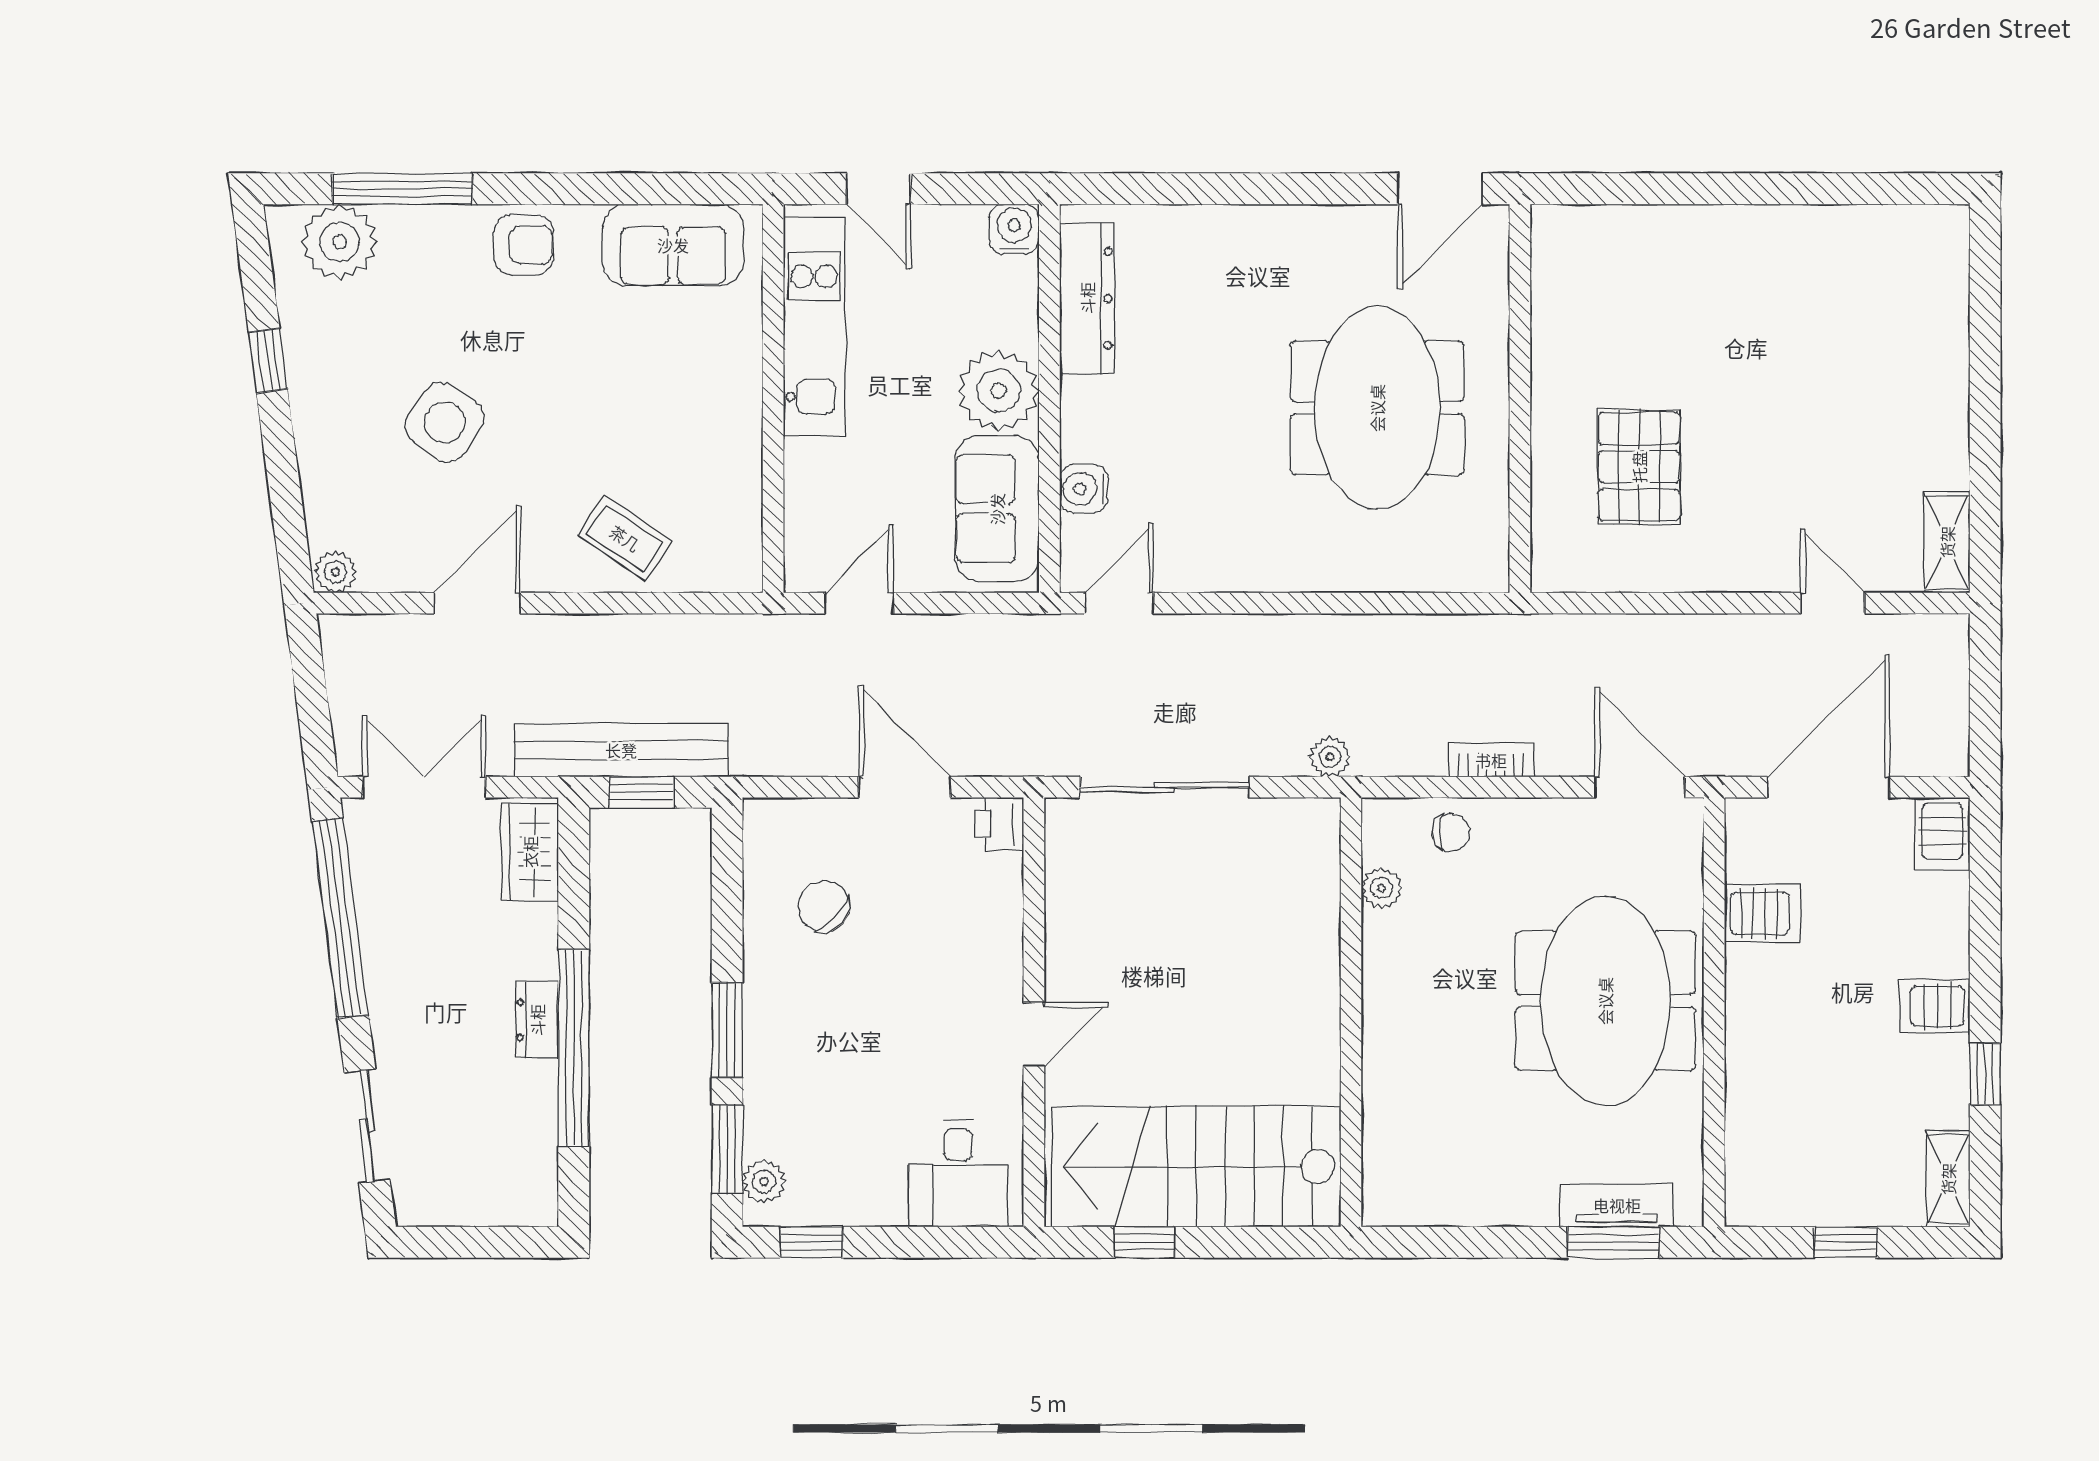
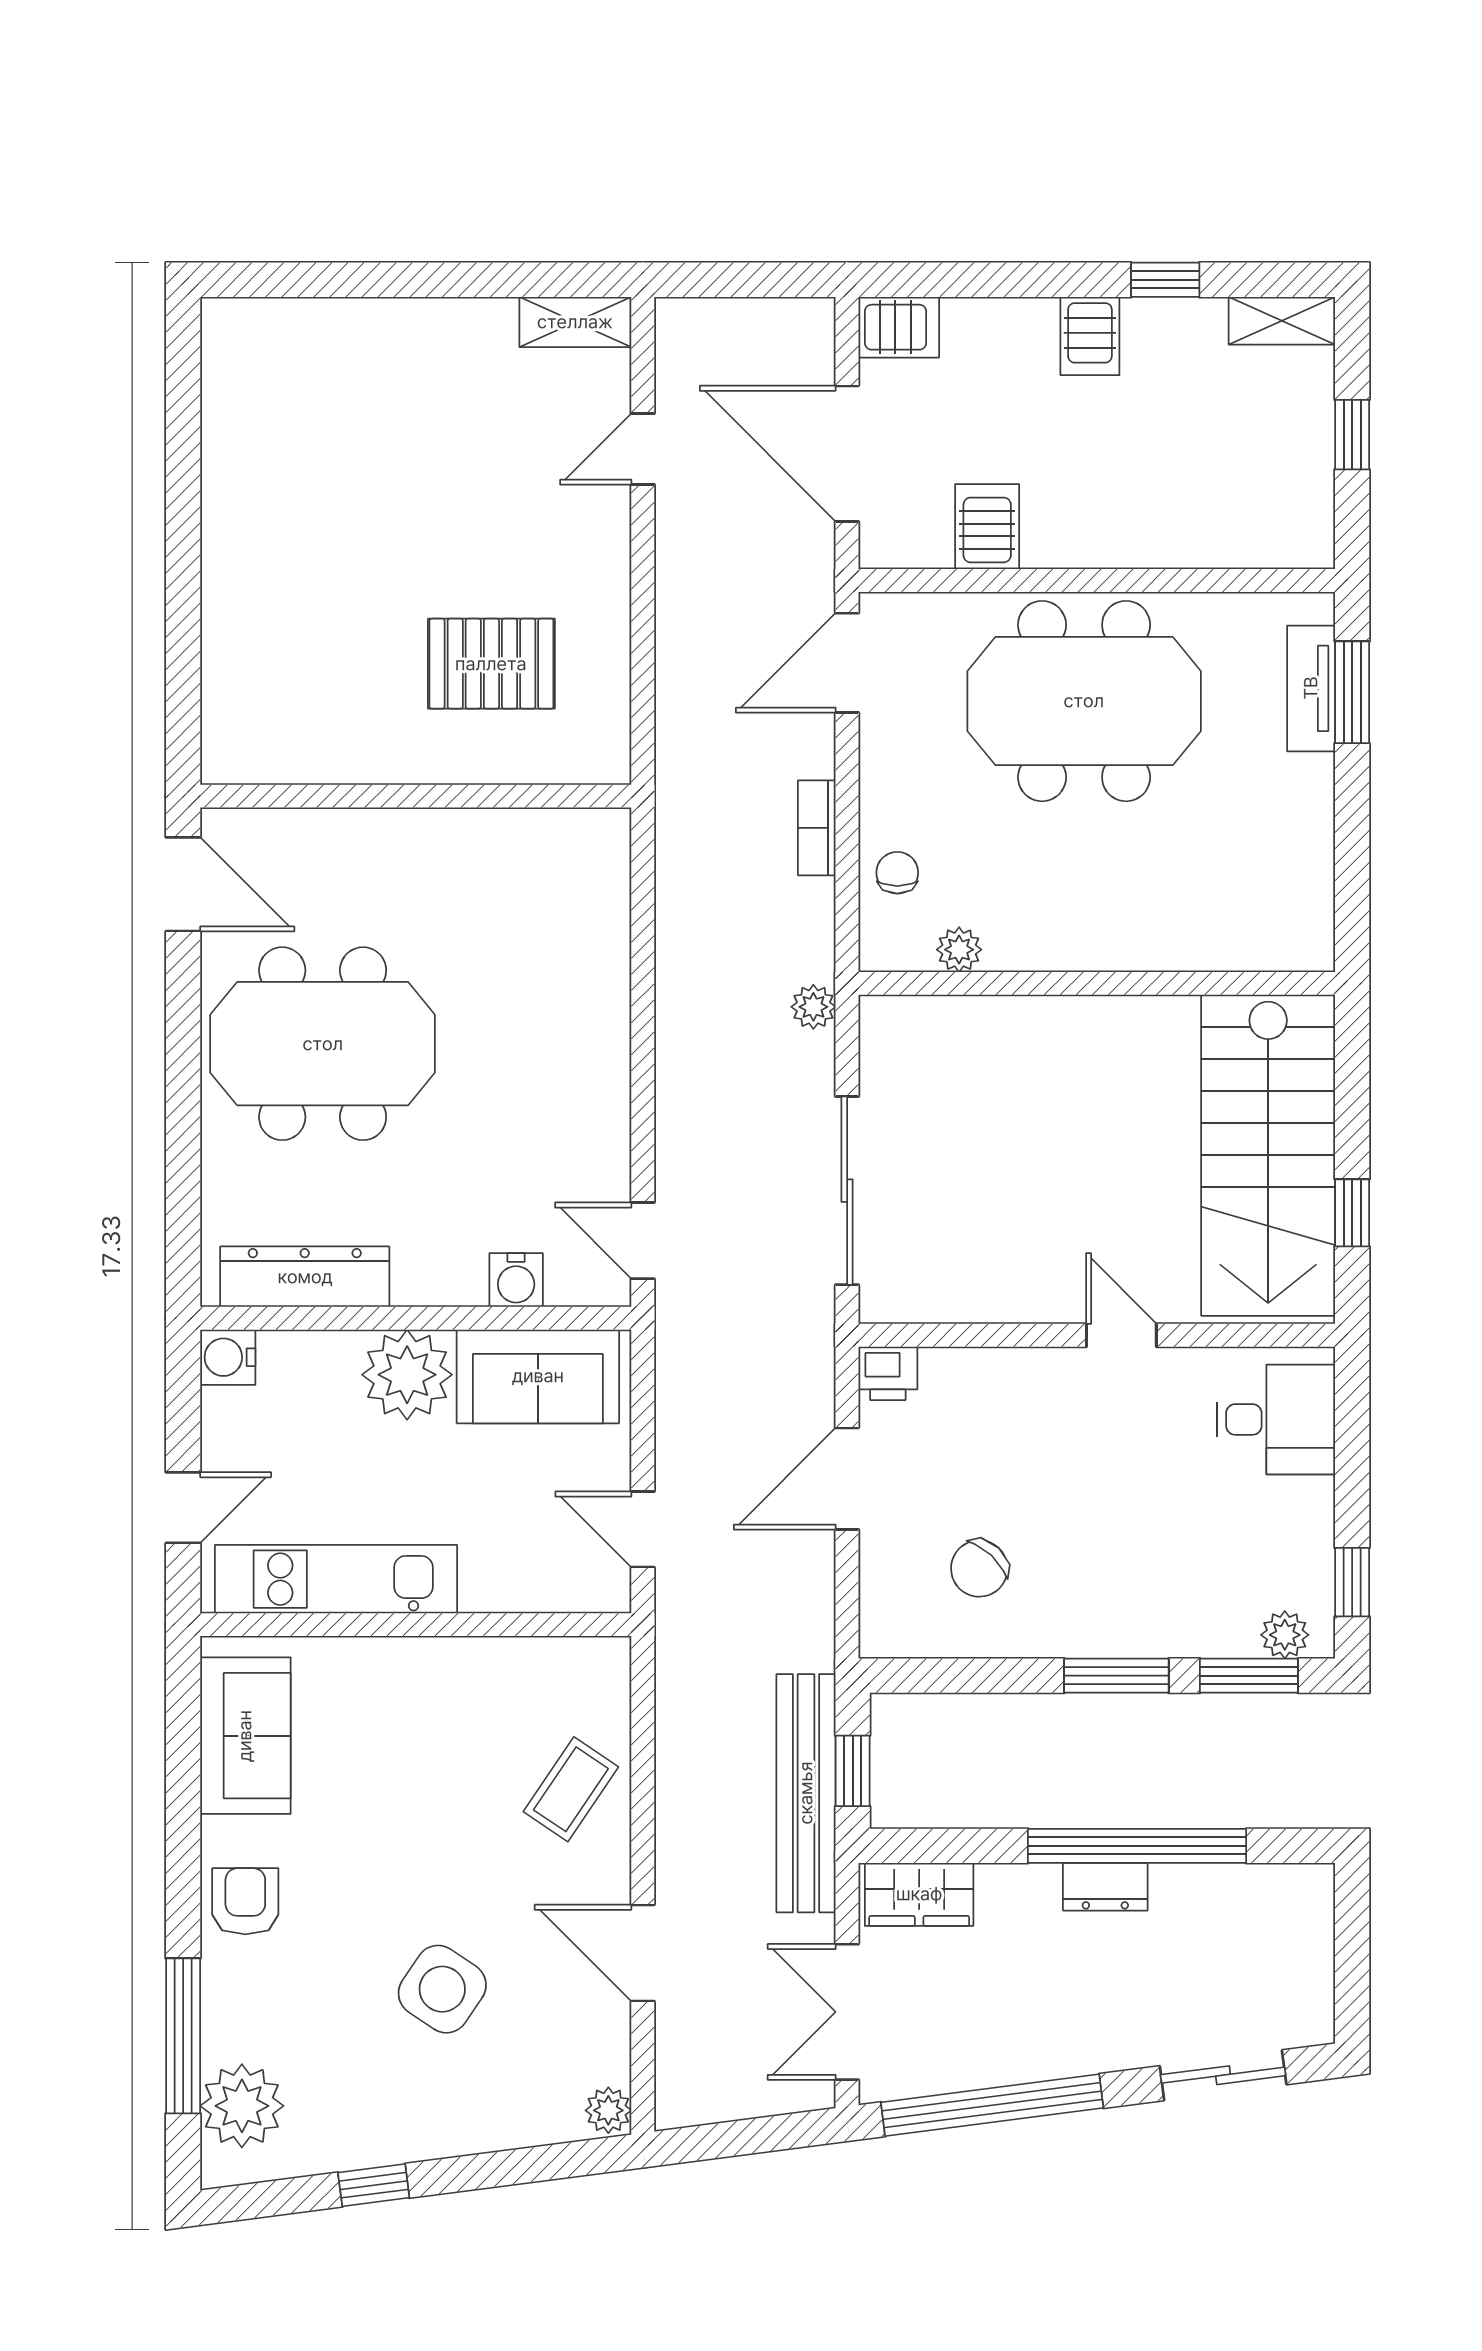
meeting table: (1377, 408) -> (323, 1044), moved

